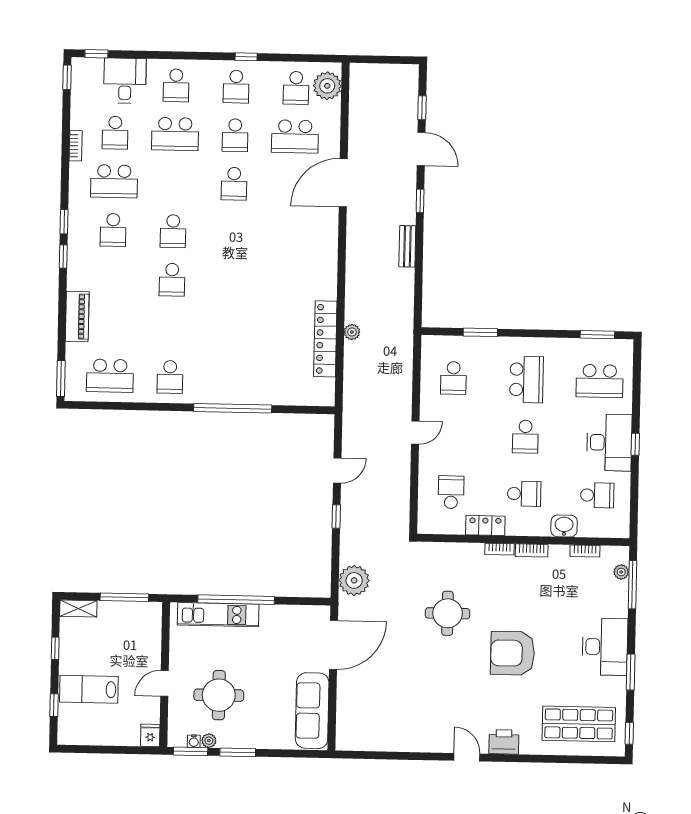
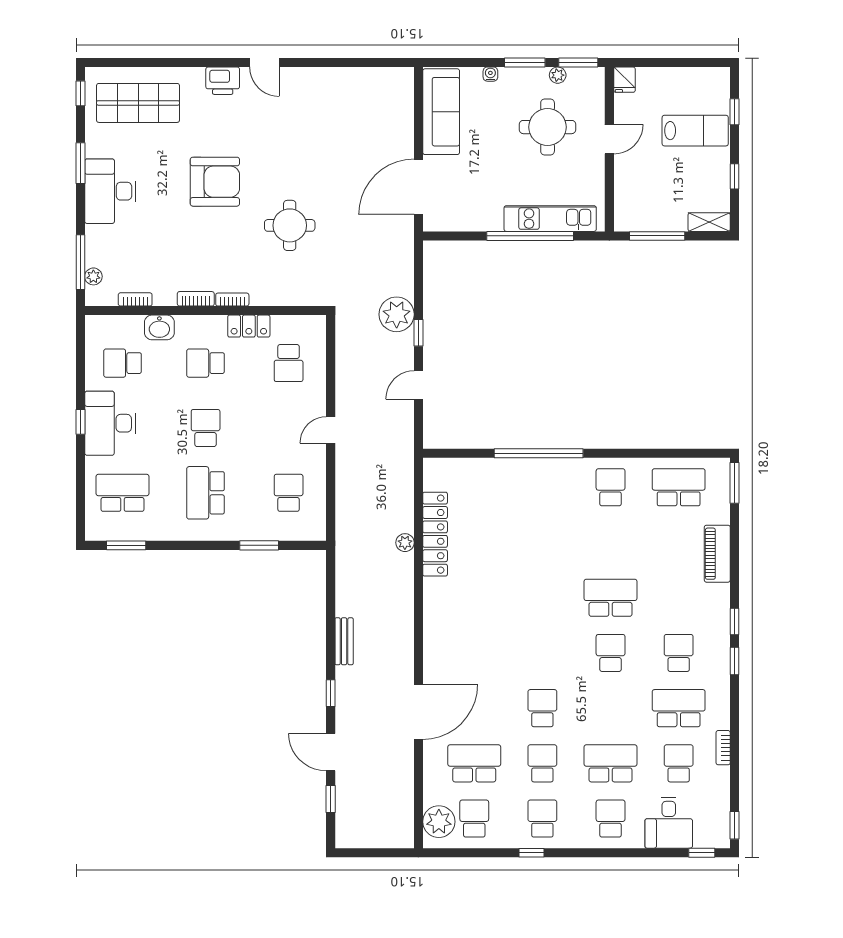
school desk: (172, 280) -> (611, 598), width x1.85
plant: (354, 580) -> (397, 314), moved
water cooler: (194, 741) -> (490, 74), moved

